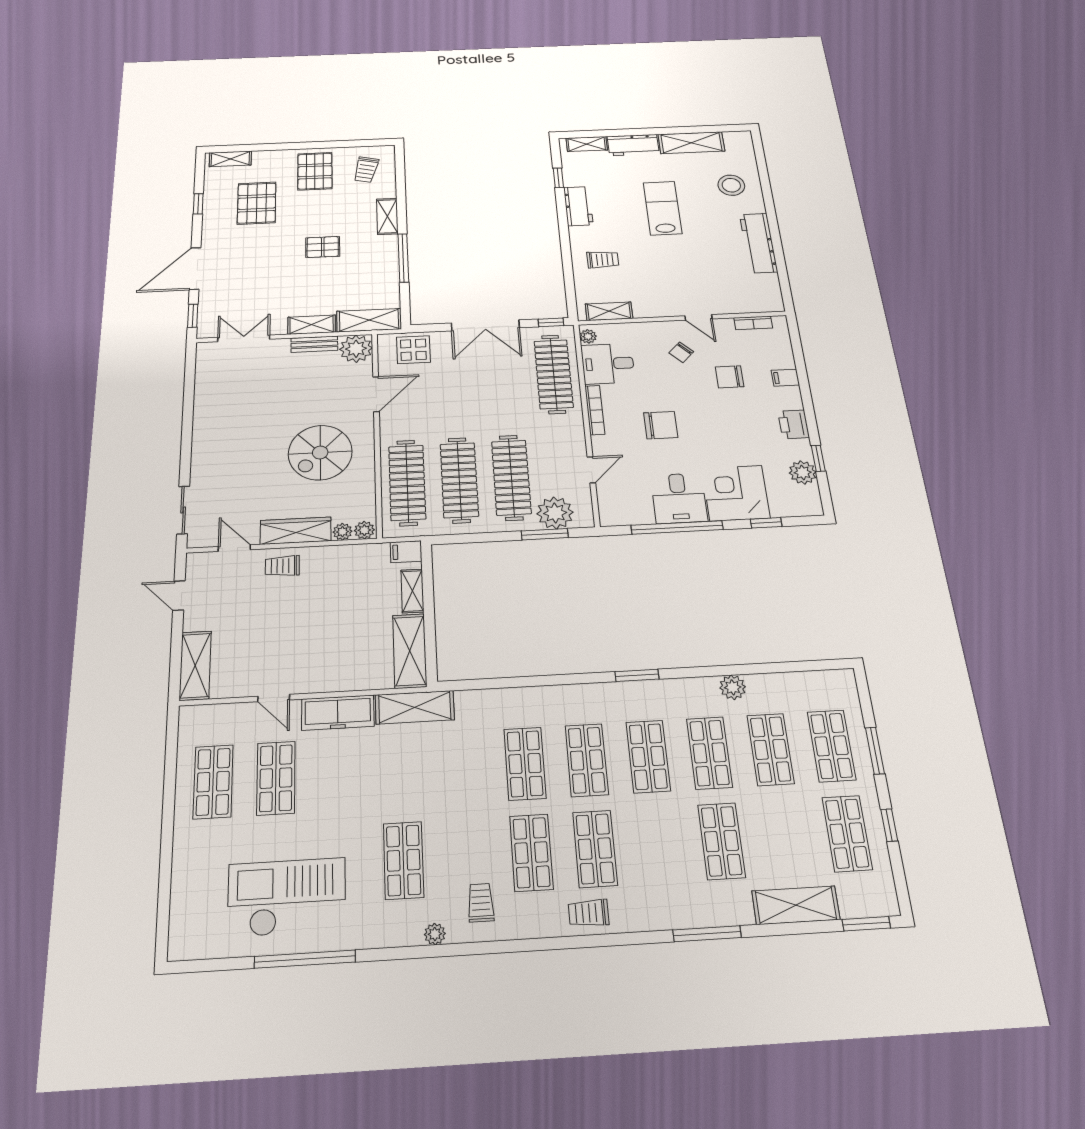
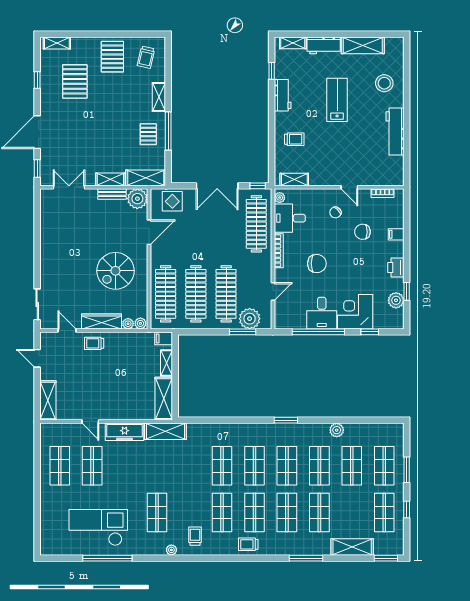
pallet: (323, 247) -> (148, 134), moved, turned 90
shop shelf: (658, 845) -> (287, 513), added

